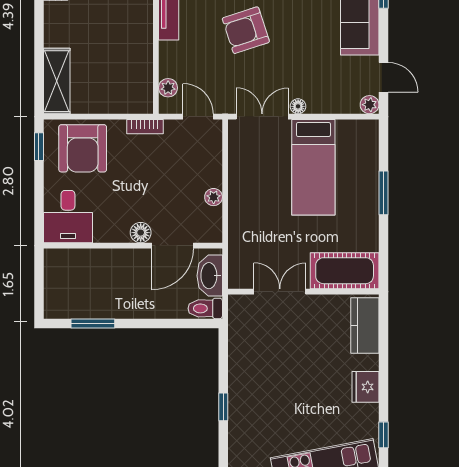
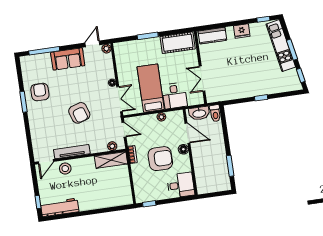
shelving: (57, 81) -> (111, 160), moved
door: (198, 117) -> (124, 130), swing flipped
double door: (262, 117) -> (120, 99), swing flipped
armchair: (83, 148) -> (160, 159), moved
bed: (313, 167) -> (151, 88), moved, turned -90
desk: (253, 230) -> (175, 96), added
cot: (345, 271) -> (178, 43), moved, turned 90

